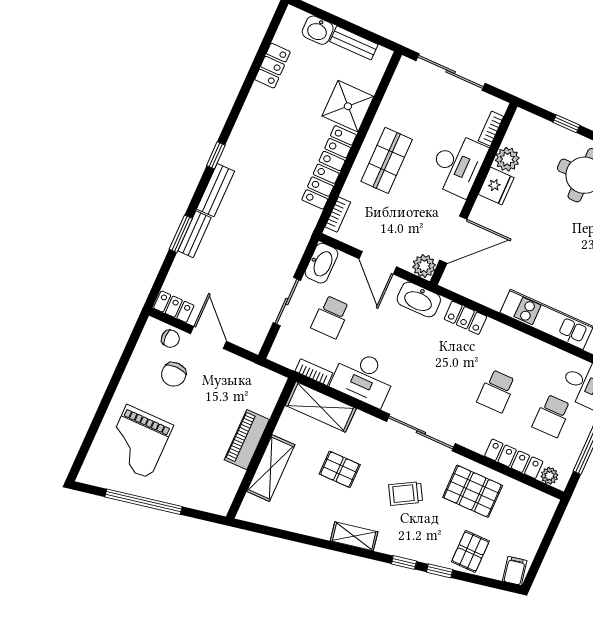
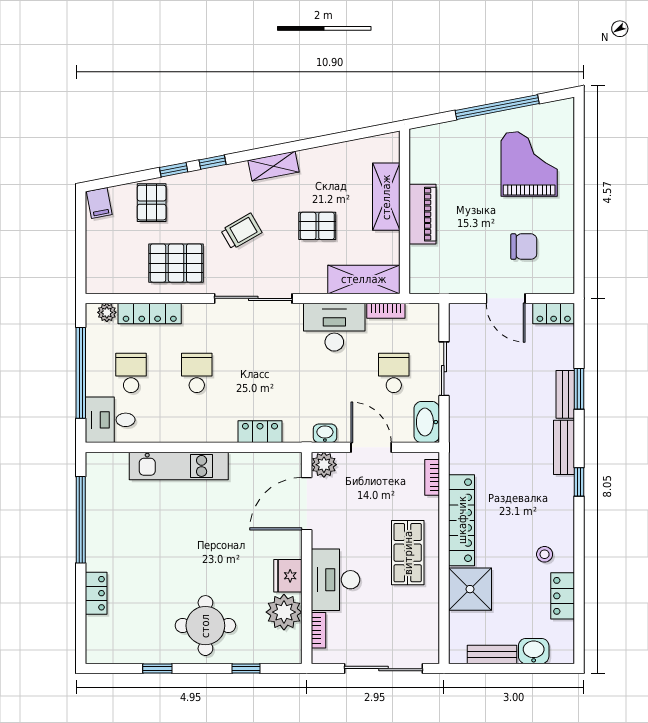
stool: (272, 107) -> (545, 554), added
plant: (507, 159) -> (284, 612), width x1.36, depth x1.36
washbasin: (419, 300) -> (325, 433), width x0.52, depth x0.69
chair: (170, 339) -> (543, 280), removed
chair: (174, 374) -> (524, 247), turned 90

